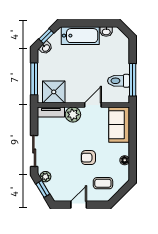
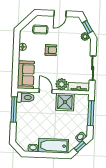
toilet: (118, 81) -> (25, 97), moved
shower: (54, 92) -> (65, 102), moved
door: (93, 105) -> (46, 91), swing flipped
sliding door: (34, 151) -> (93, 68), moved

